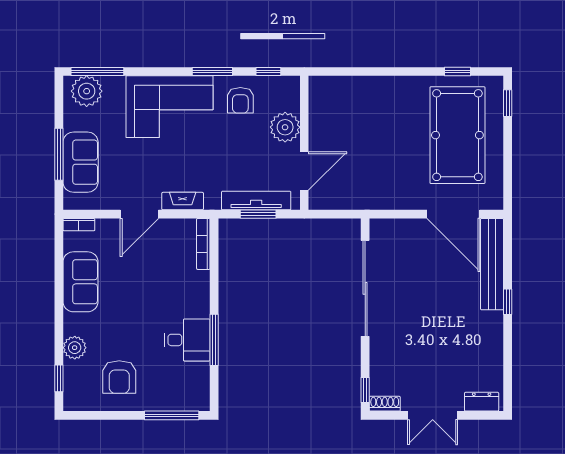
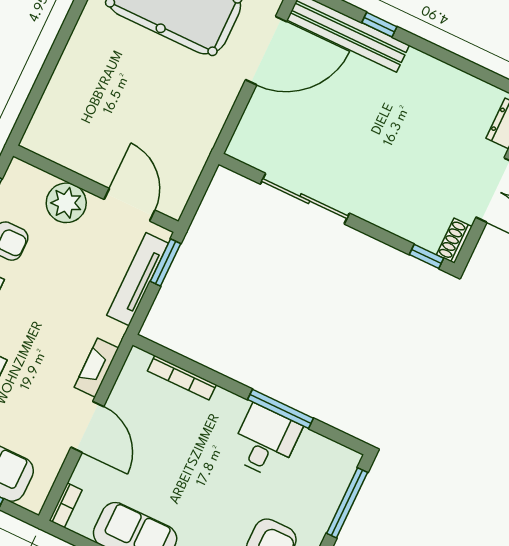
window: (258, 214) -> (165, 262), moved
bookcase: (203, 244) -> (182, 378), moved
sliding door: (365, 288) -> (305, 199), width x0.73
window: (508, 302) -> (379, 25), moved

